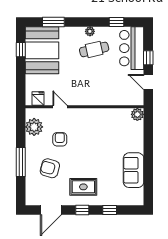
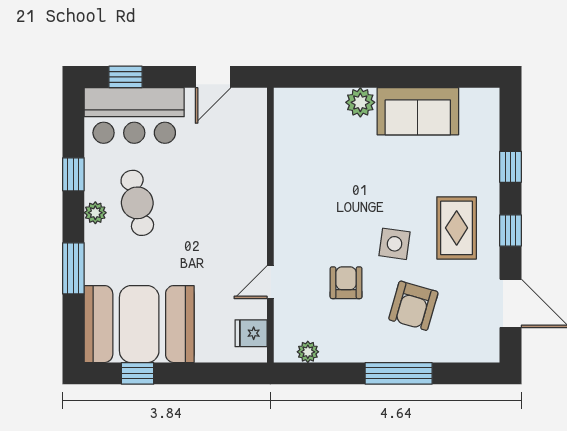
window: (53, 22) -> (73, 268), moved
window: (116, 22) -> (73, 174), moved
window: (148, 58) -> (126, 77), moved
plant: (137, 114) -> (360, 102), moved
plant: (34, 127) -> (308, 352), width x0.53, depth x0.53
armchair: (60, 139) -> (346, 283), turned 90
side table: (77, 160) -> (395, 244), added

